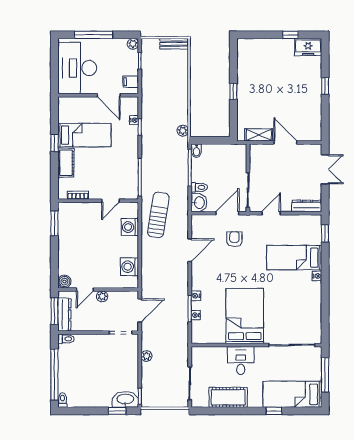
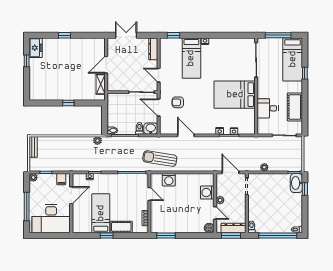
washing machine: (129, 267) -> (207, 193), moved, turned 90
desk: (241, 361) -> (268, 108), moved

